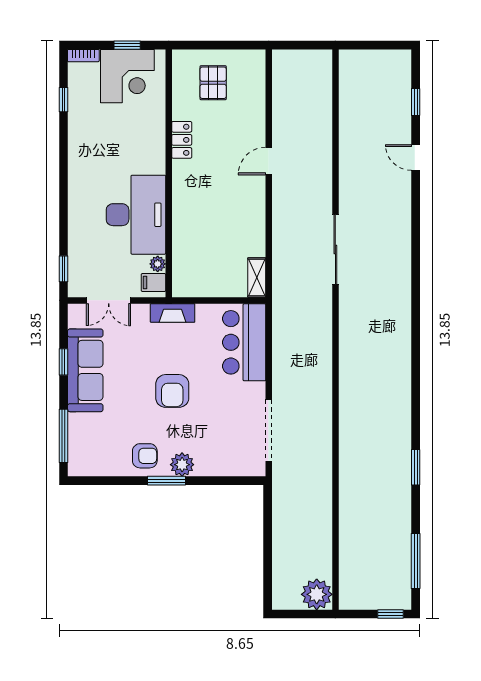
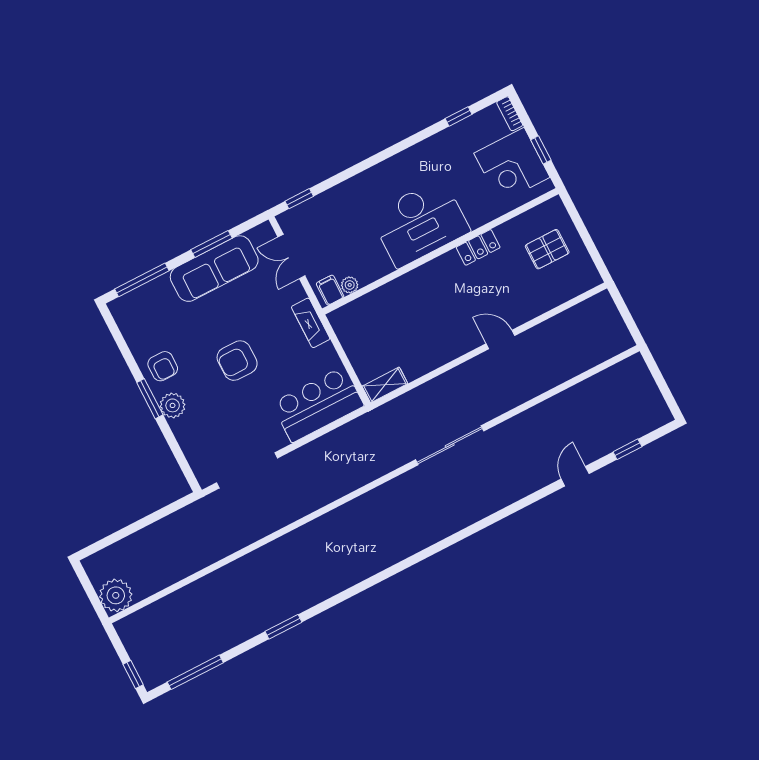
desk: (136, 215) -> (420, 223), moved
window: (63, 362) -> (211, 244), width x1.50

